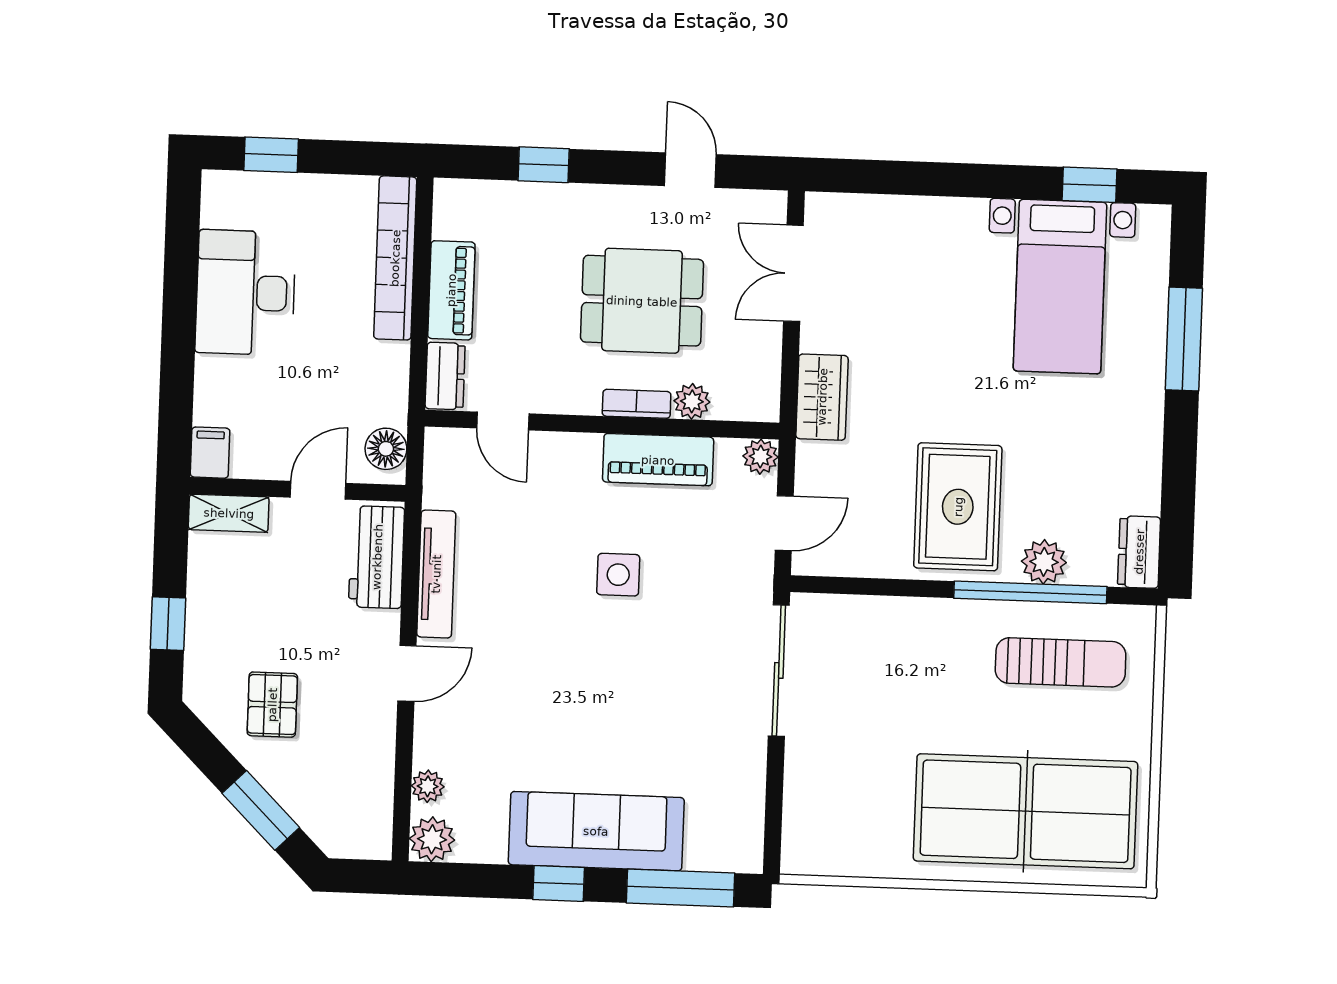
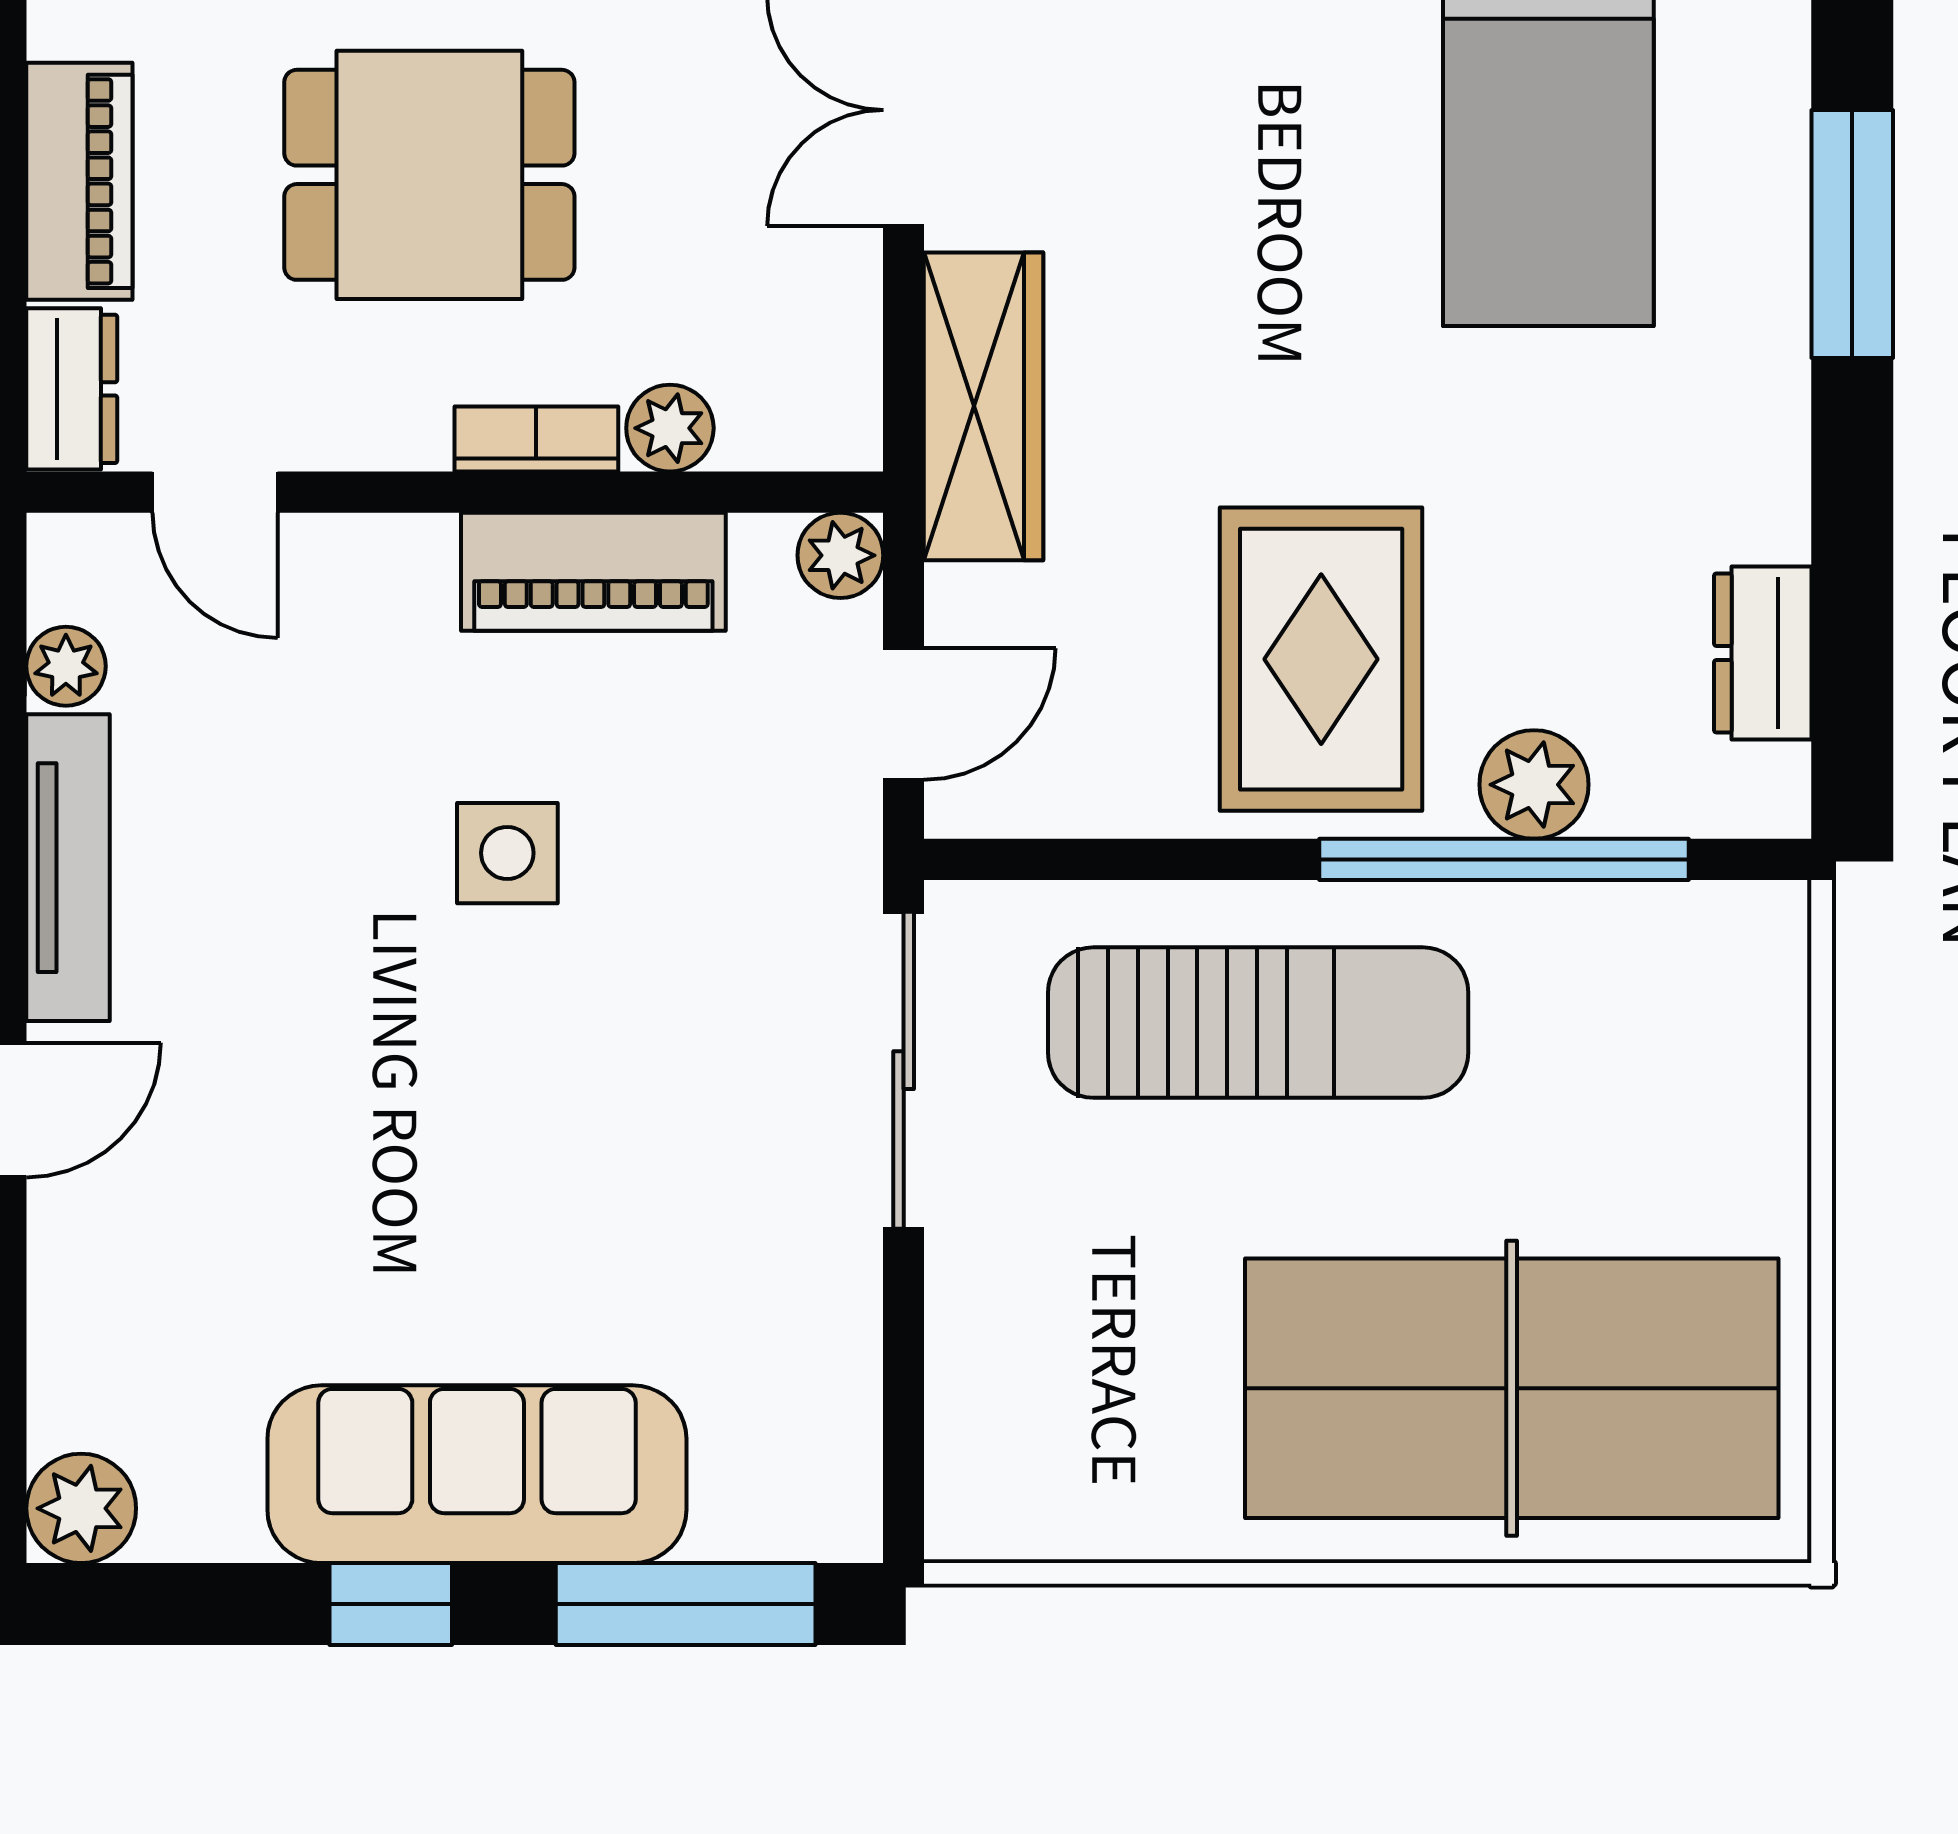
dining table: (642, 301) -> (429, 175), moved
wardrobe: (822, 397) -> (984, 406), width x1.50
dresser: (1139, 552) -> (1763, 653), moved
sun lounger: (1061, 662) -> (1258, 1023), moved, width x1.36, depth x1.34
plant: (428, 786) -> (66, 666), moved

